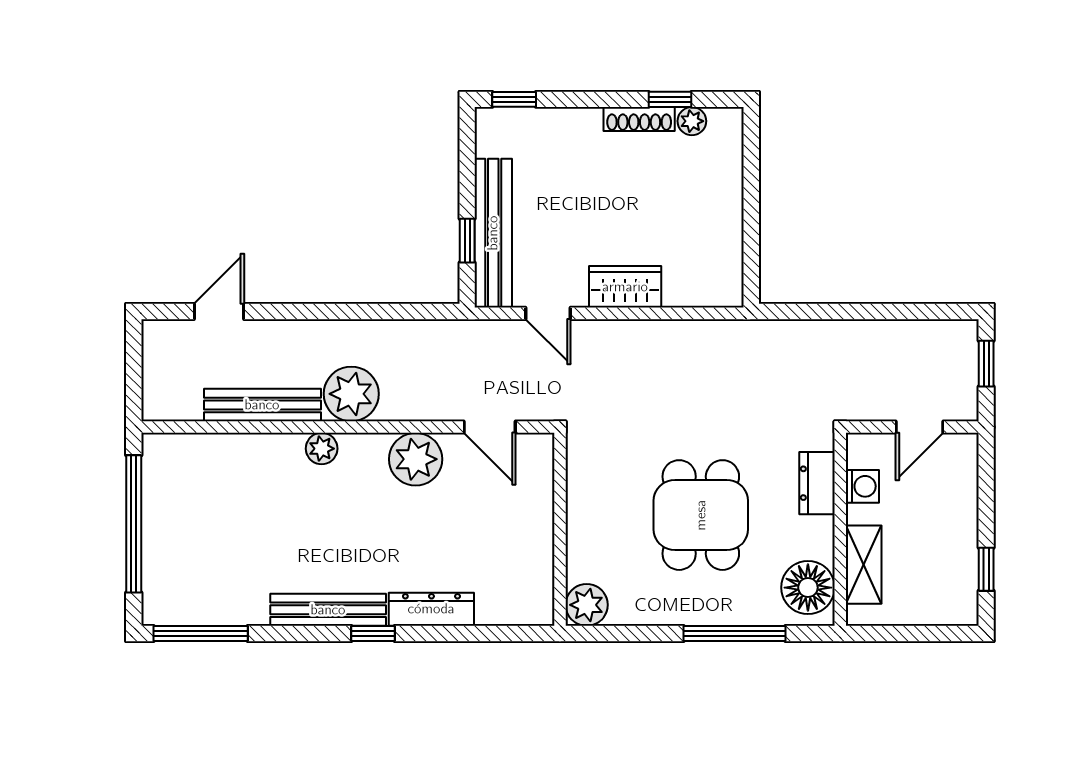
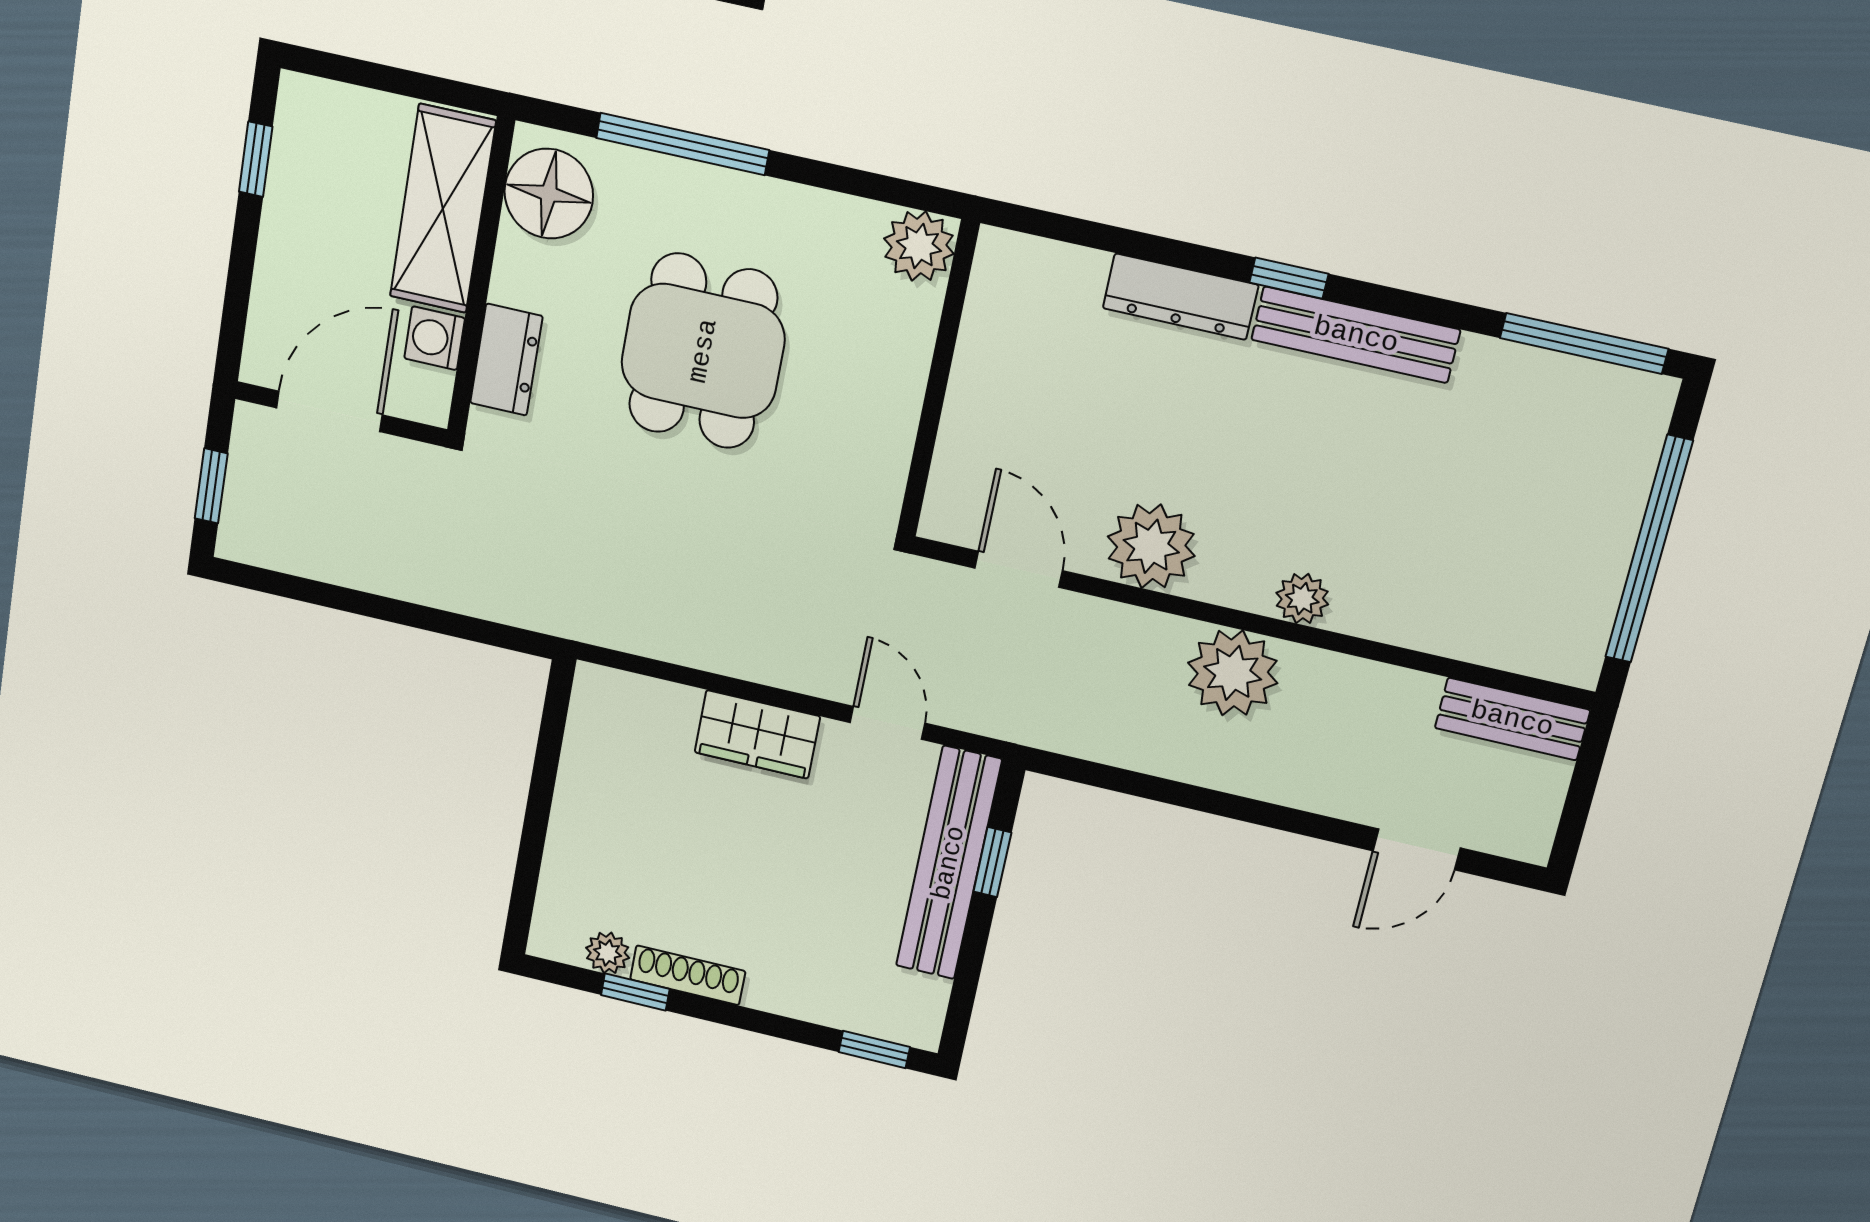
bench: (262, 405) -> (1512, 719), moved, width x0.73
door: (920, 427) -> (329, 411), width x1.38
shelving: (864, 565) -> (443, 209), width x1.50, depth x1.33

